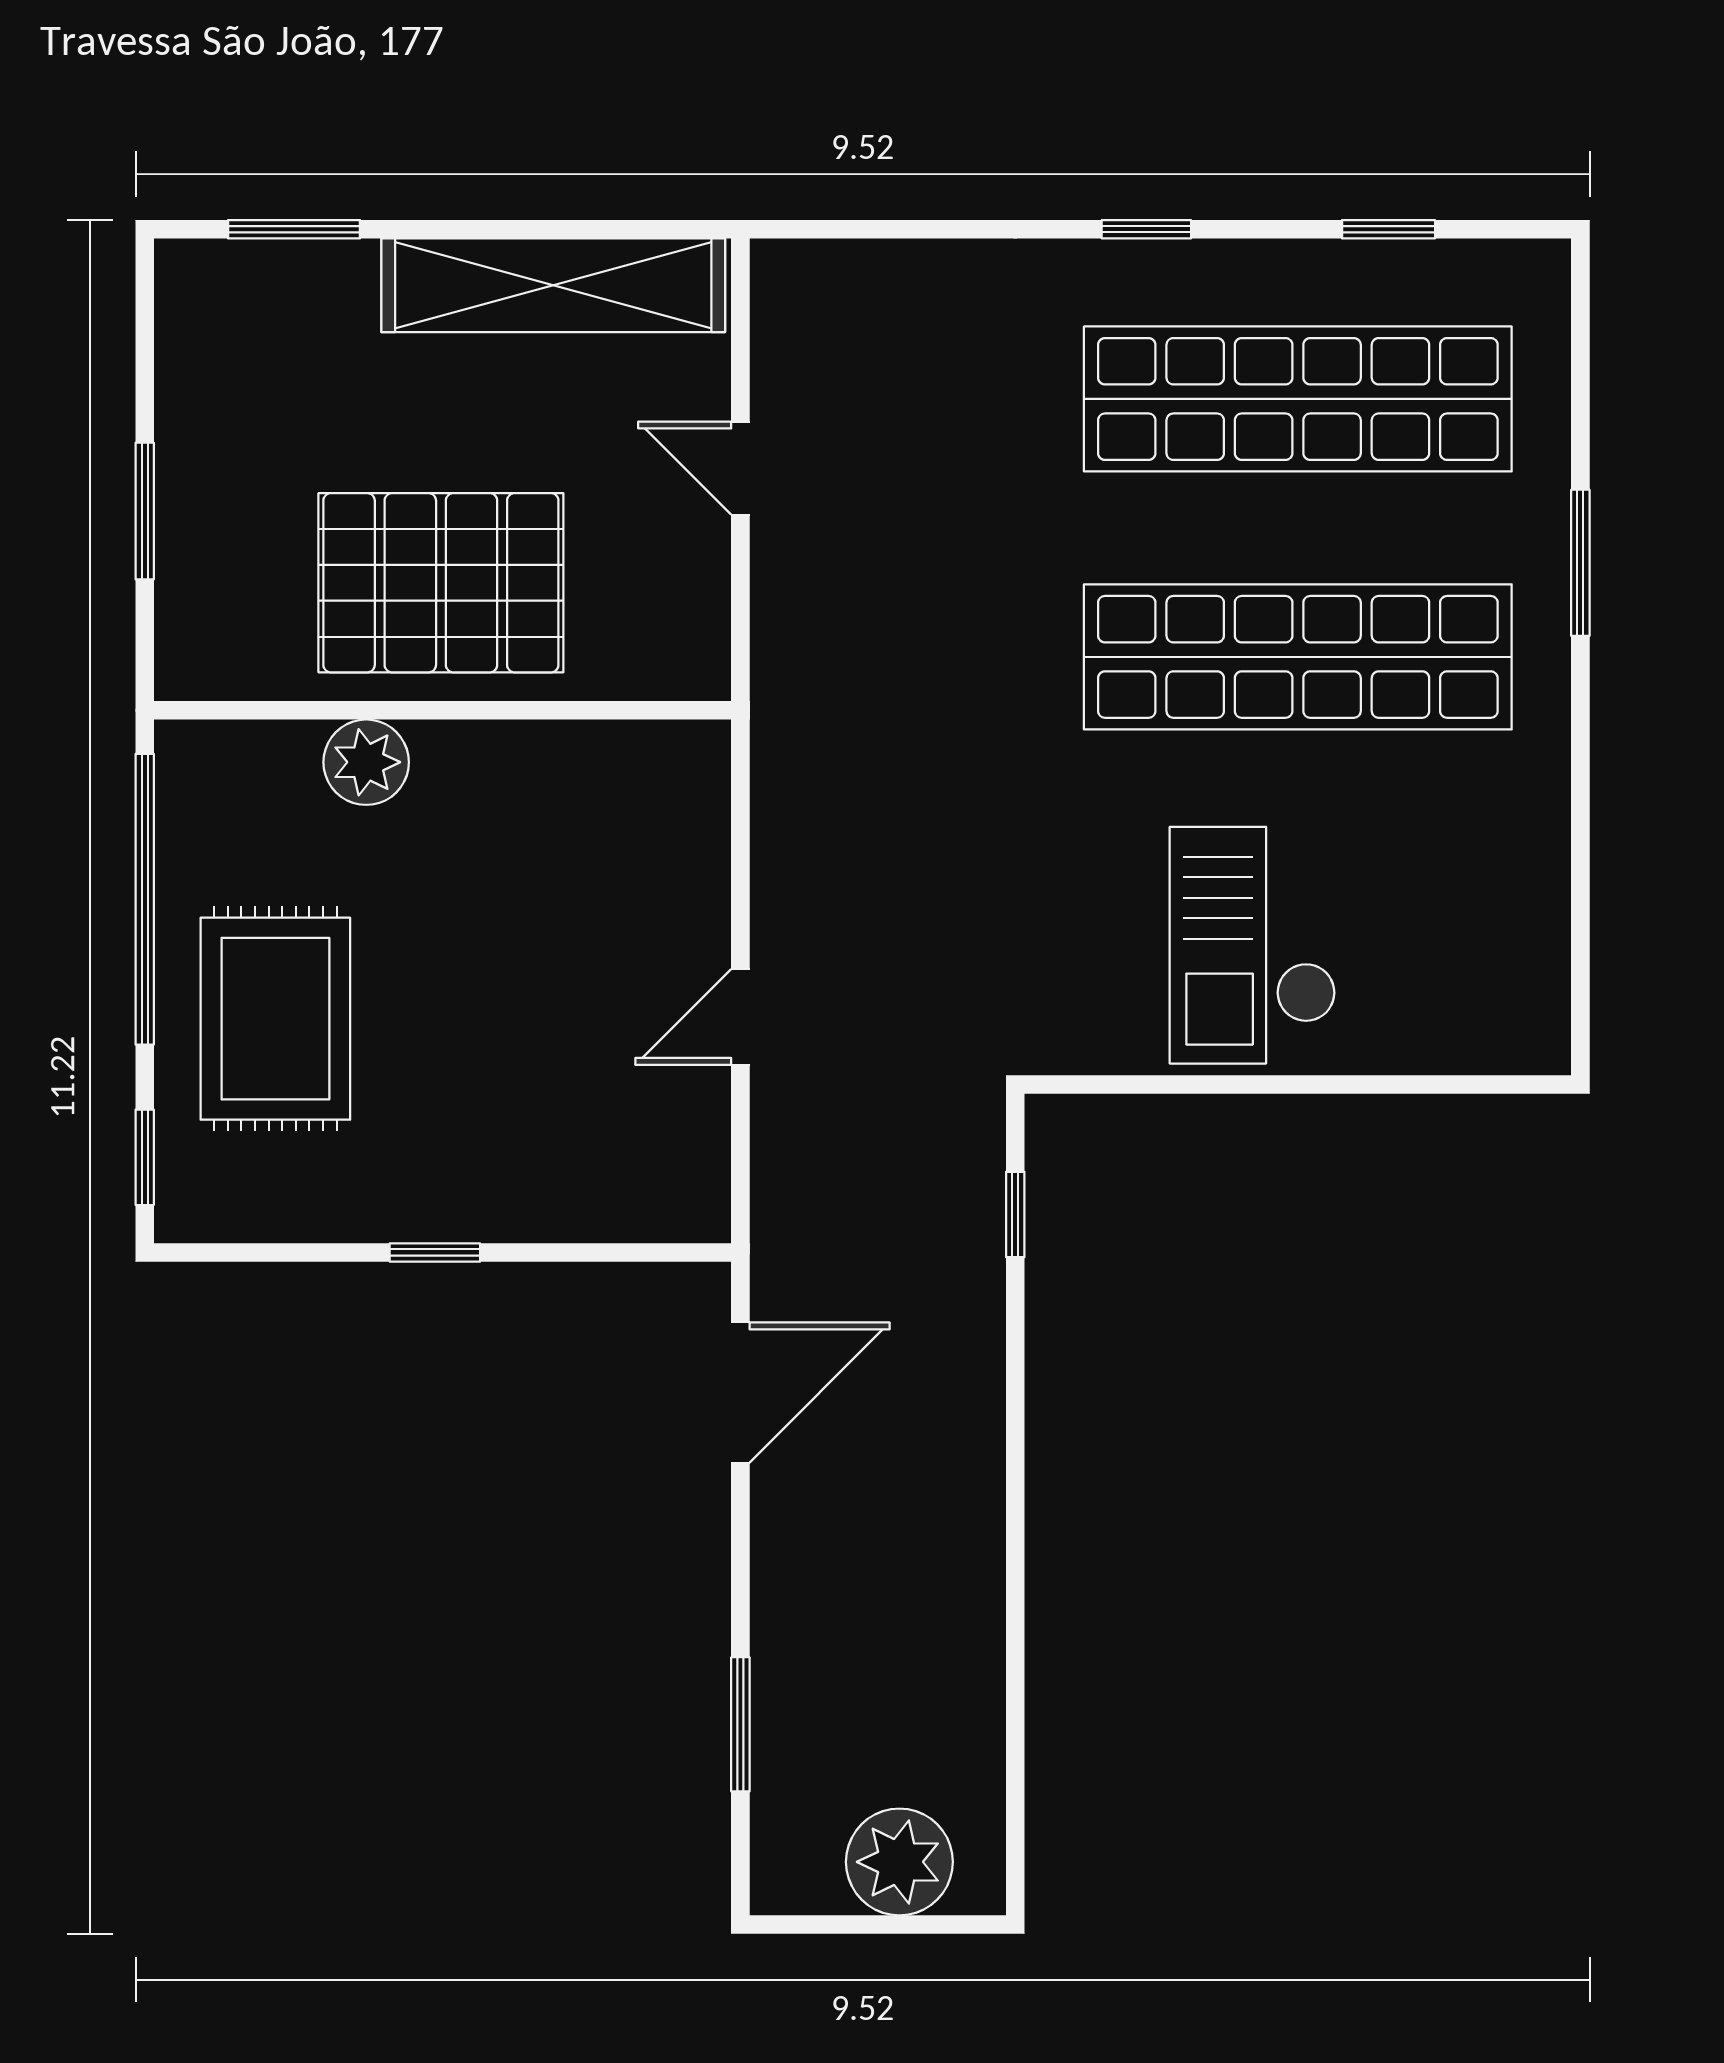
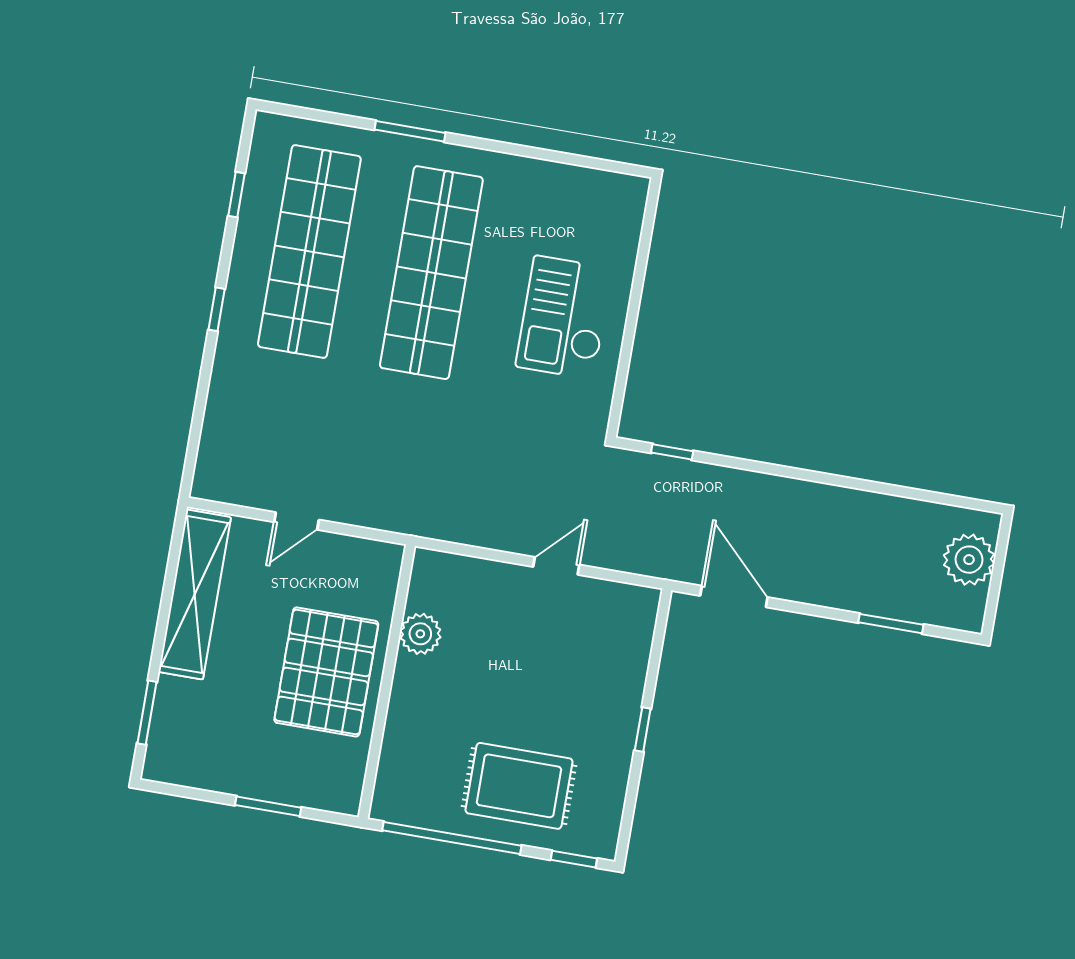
plant: (366, 762) -> (420, 634), moved
checkout: (1253, 945) -> (564, 317), turned 90
door: (740, 1017) -> (556, 566), swing flipped

